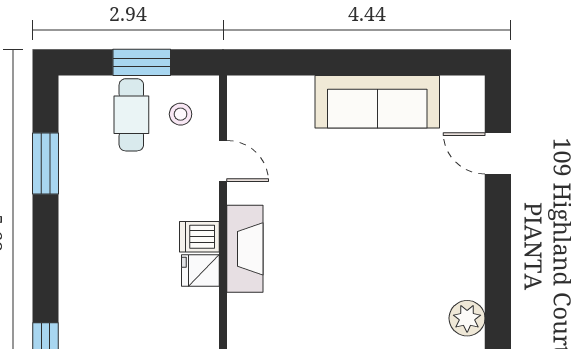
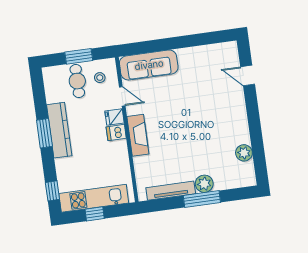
sofa: (377, 102) -> (149, 65), moved
window: (46, 163) -> (44, 133), moved
kitchen counter: (78, 215) -> (59, 130), added
fridge: (200, 270) -> (114, 117), moved

